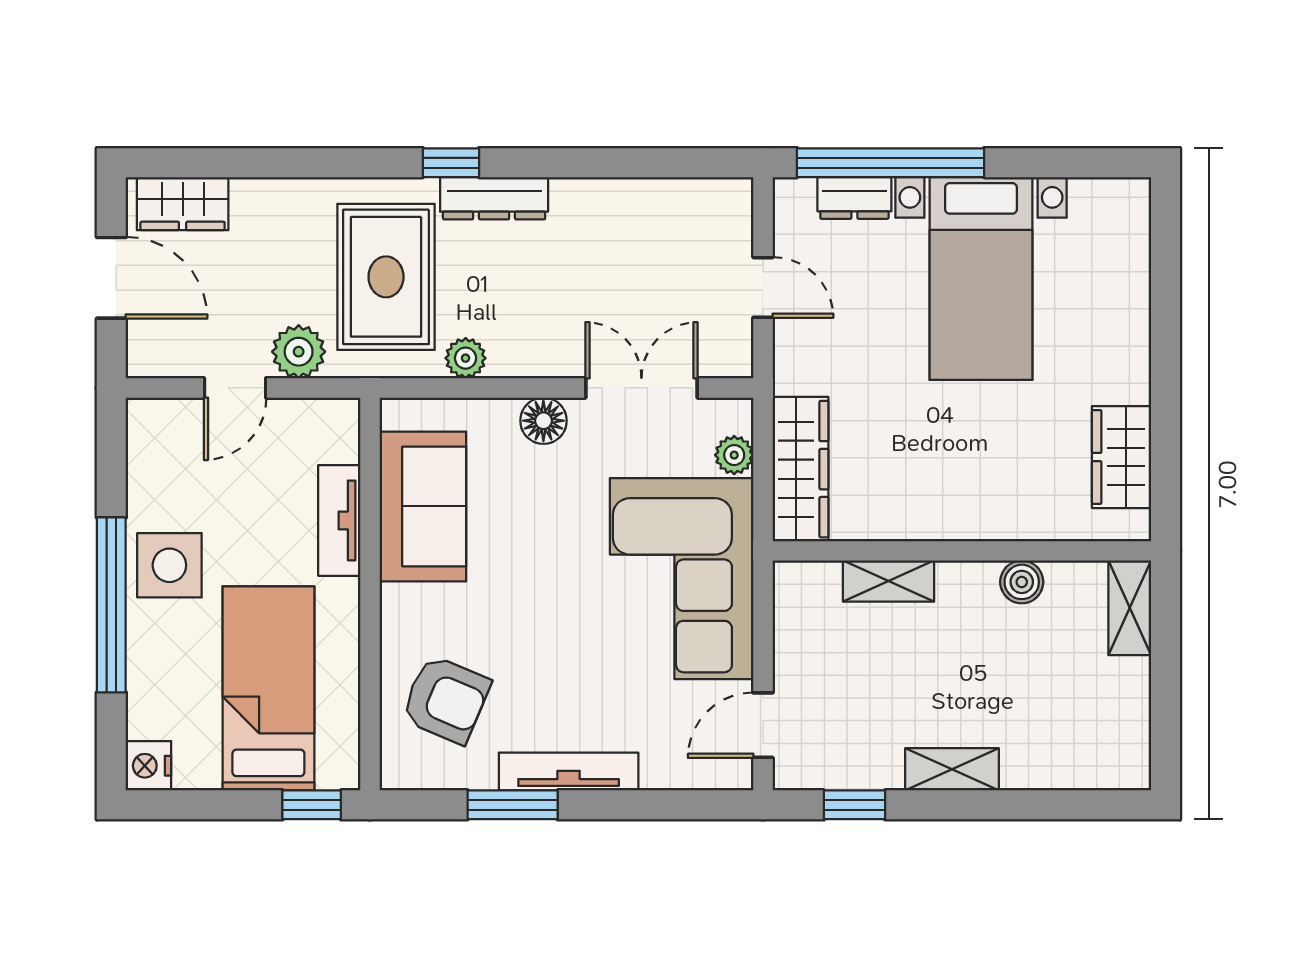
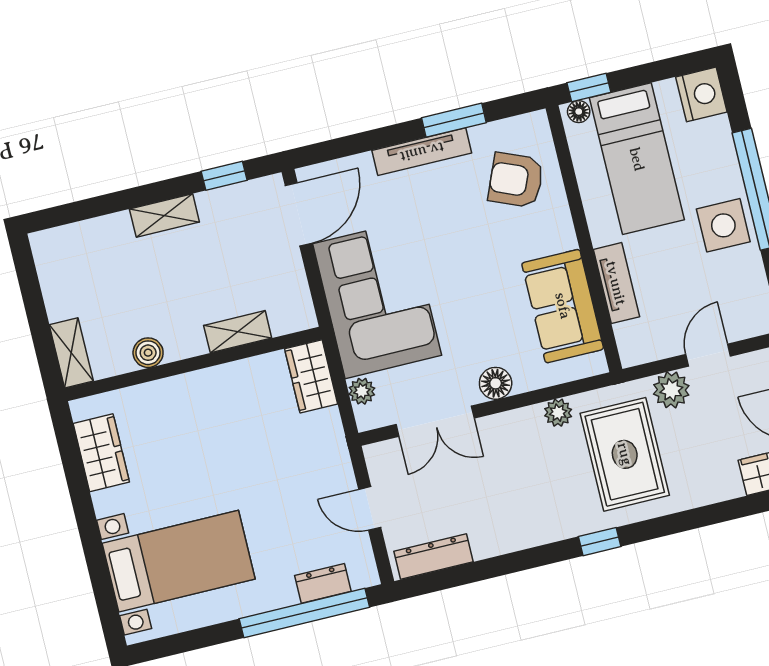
dresser: (494, 198) -> (433, 557), moved
bed with nightstands: (981, 279) -> (179, 561), moved, turned 90
wardrobe: (800, 469) -> (311, 376), width x0.67
door: (763, 725) -> (299, 214), width x1.38
nightstand: (148, 766) -> (701, 94), width x1.36, depth x1.33
floor lamp: (334, 774) -> (579, 112), added

